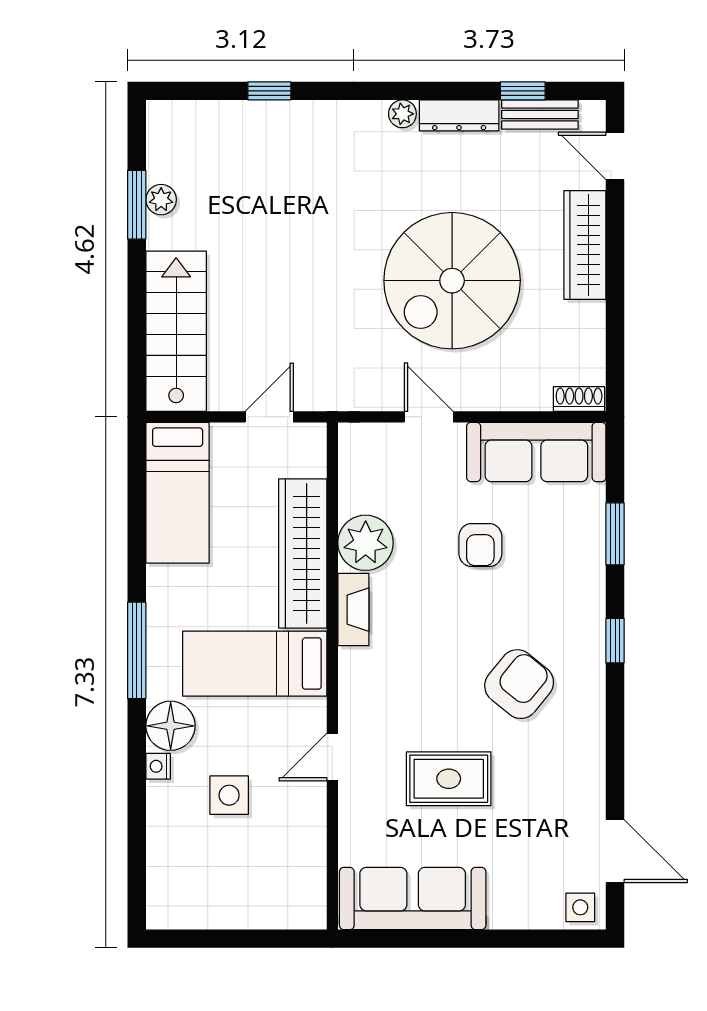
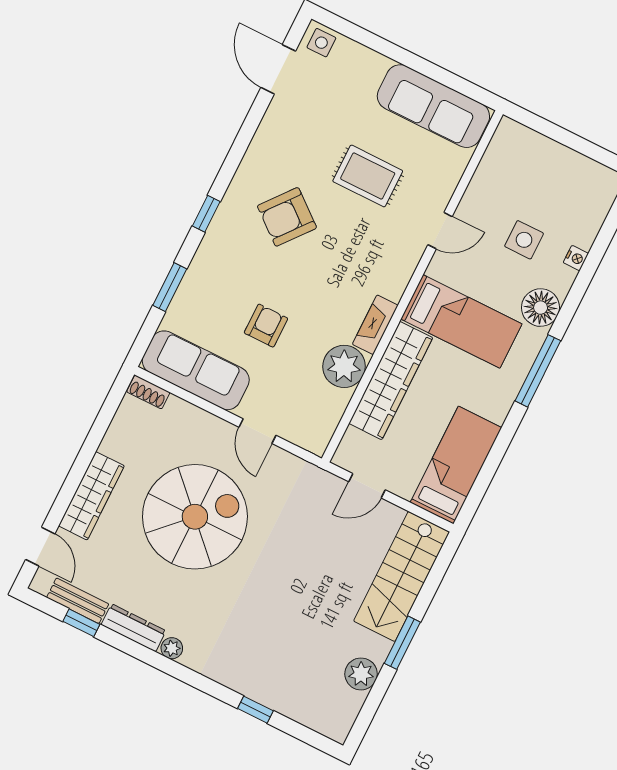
plant: (161, 200) -> (361, 674), width x1.38, depth x1.38
window: (137, 205) -> (402, 643), moved
nightstand: (158, 766) -> (576, 258), moved

